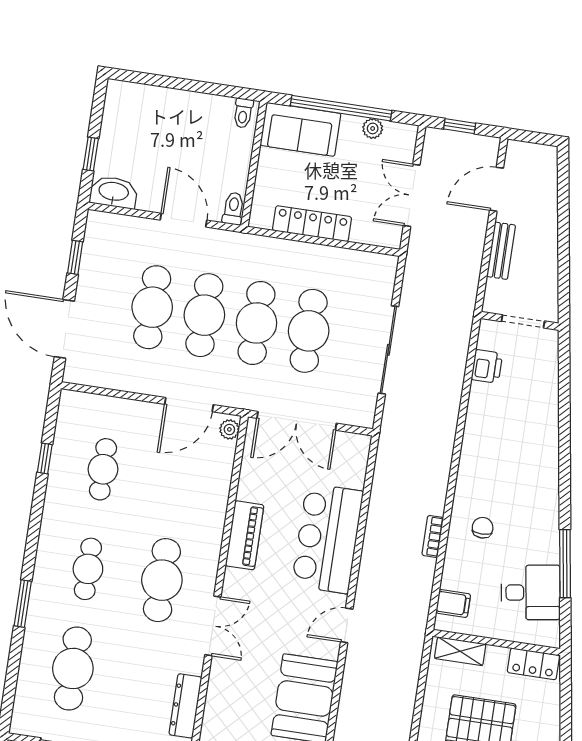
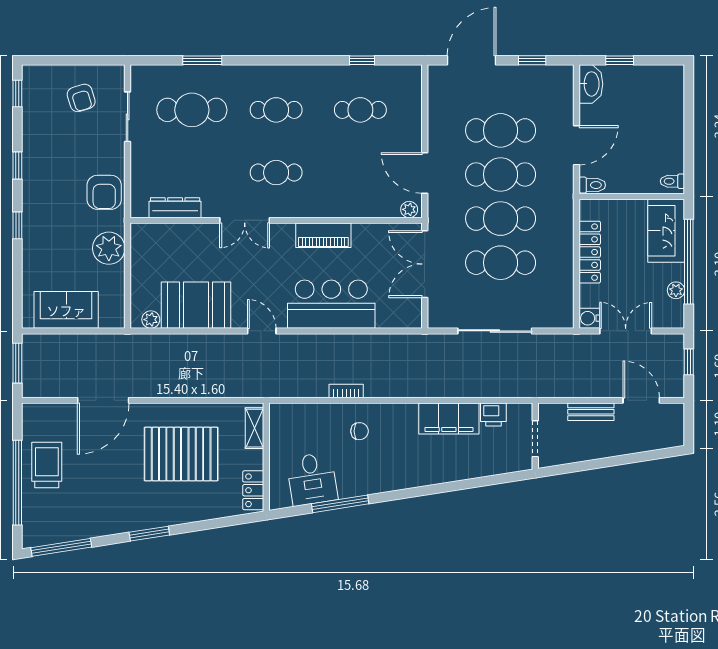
water cooler: (390, 236) -> (589, 318), added
cafe table: (162, 580) -> (276, 173), width x0.73, depth x0.74
filing cabinet: (453, 603) -> (449, 419), moved, width x3.00, depth x1.17
window: (23, 604) -> (202, 60), moved

